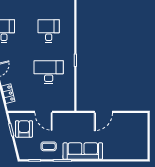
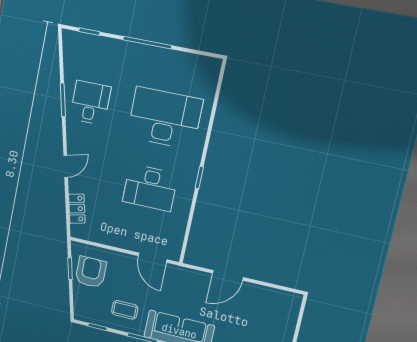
desk: (49, 31) -> (165, 118), width x1.87, depth x1.30
desk: (49, 72) -> (150, 188), turned 180
door: (43, 112) -> (153, 258), moved

